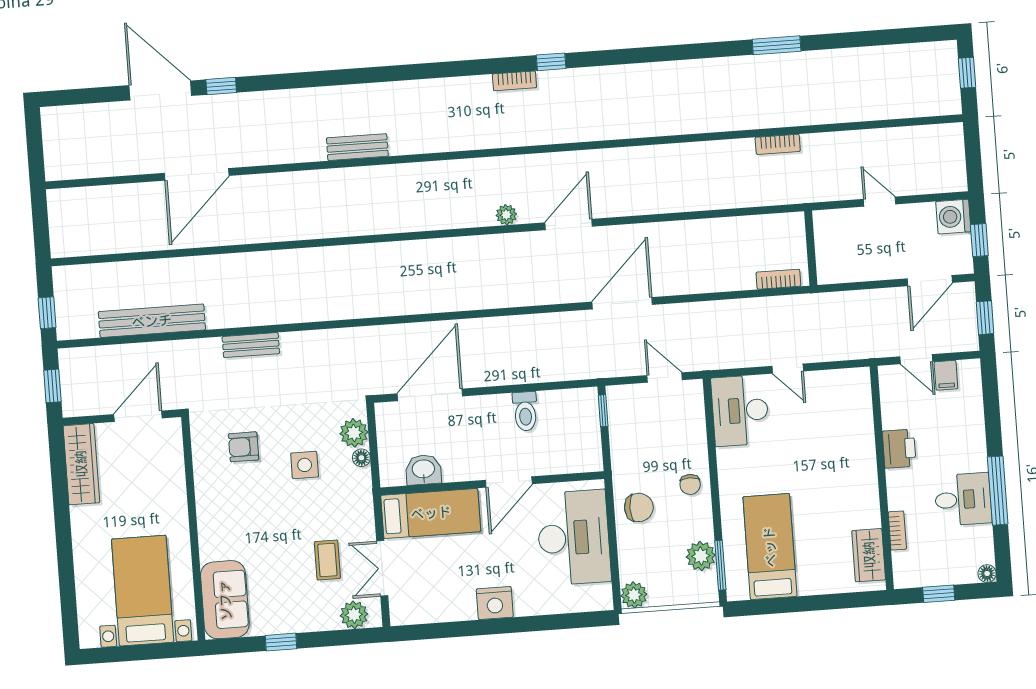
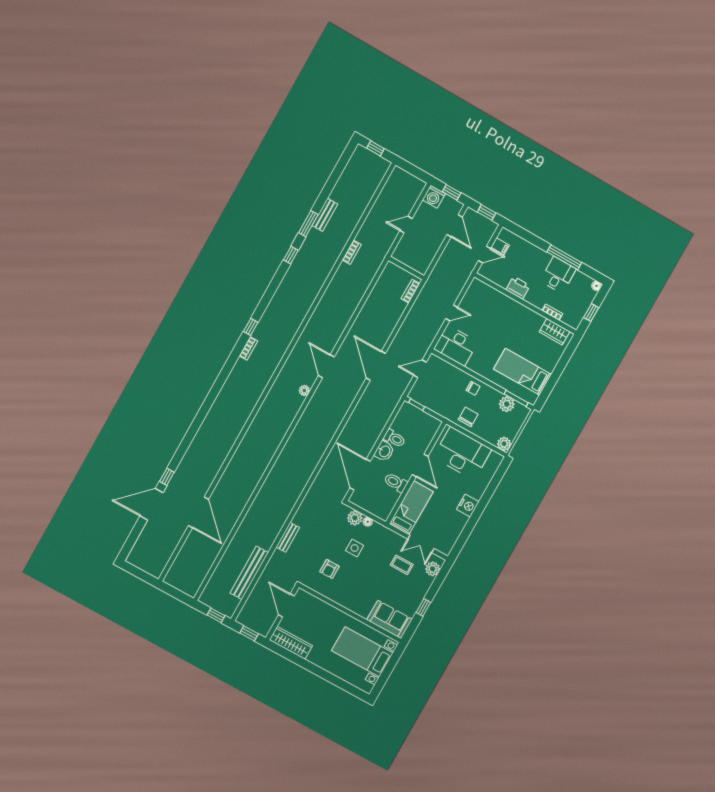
window: (708, 50) -> (291, 255), added
bench: (357, 147) -> (325, 215), moved
toilet: (455, 461) -> (396, 482), added
washbasin: (423, 470) -> (384, 451), moved, turned 180

